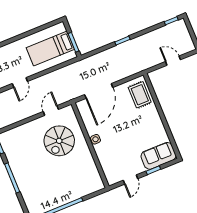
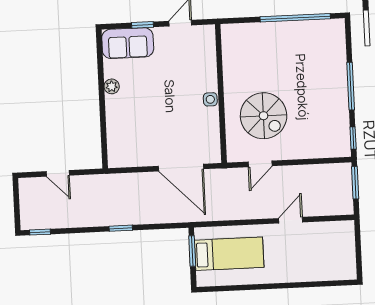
door: (99, 91) -> (181, 168), swing flipped
rug: (140, 95) -> (124, 141), removed
plant: (159, 126) -> (112, 86), added
spiral stairs: (59, 141) -> (264, 116), turned 90

